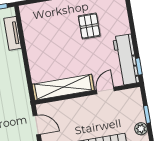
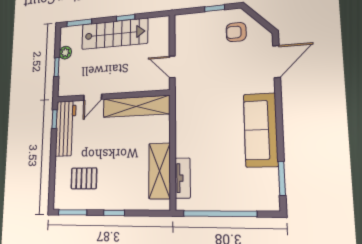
pallet: (89, 26) -> (84, 178), moved, turned 90
shelving: (33, 36) -> (159, 171), added

